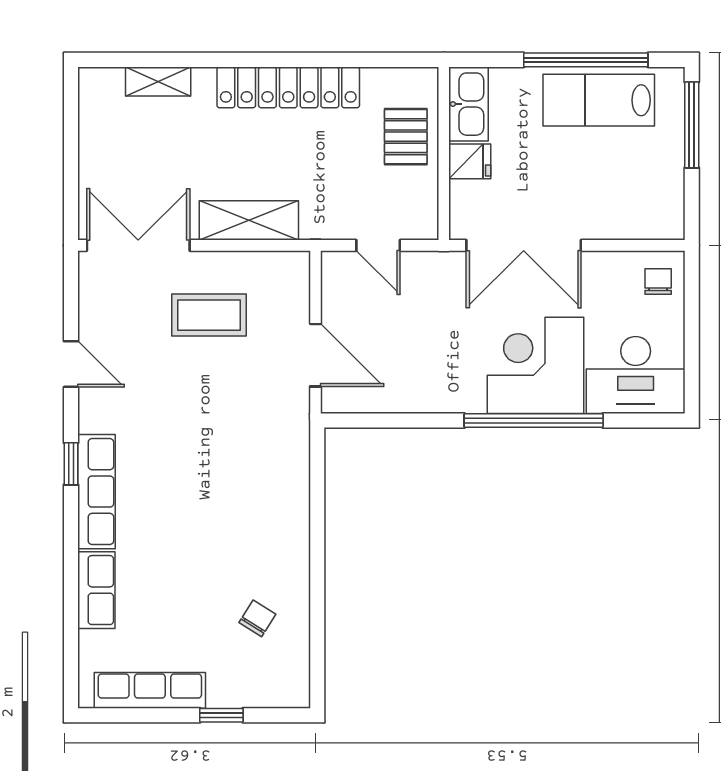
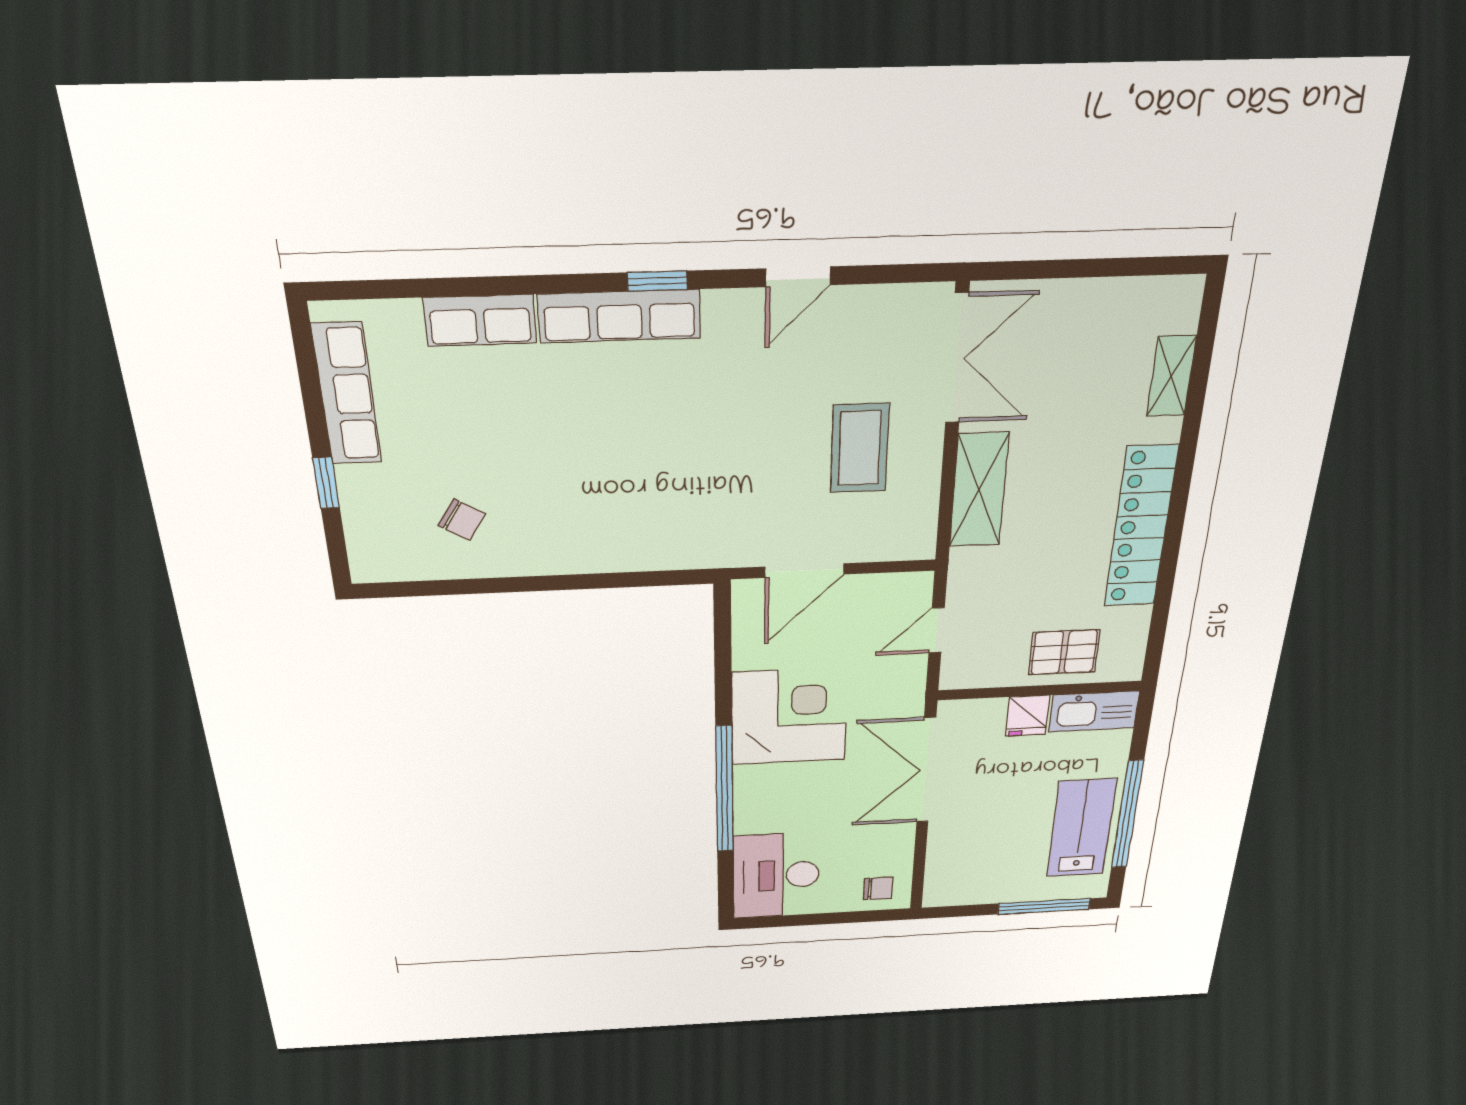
corner desk: (536, 365) -> (789, 716), moved

